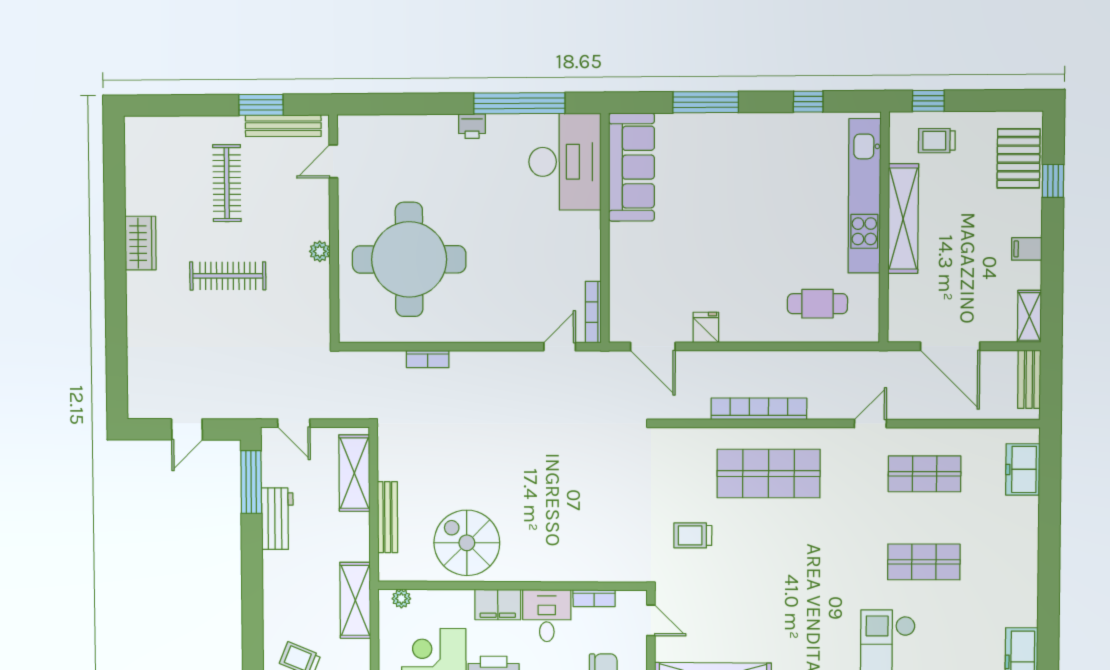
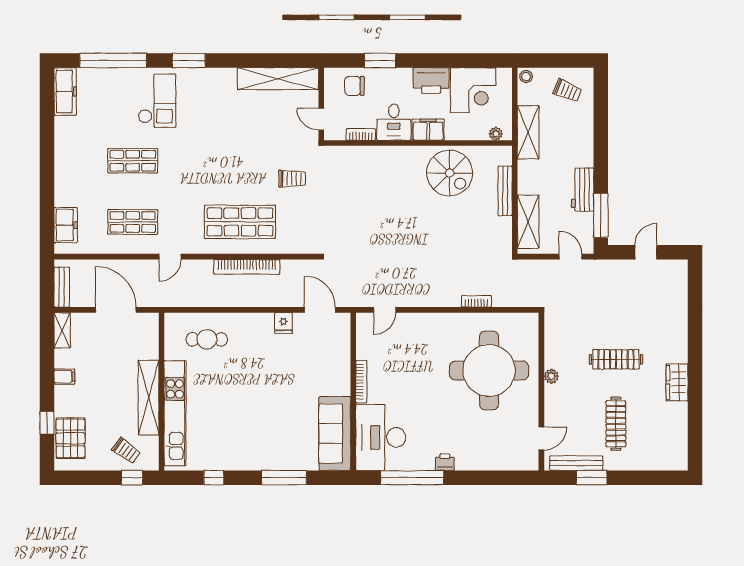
trolley: (937, 141) -> (126, 451), turned 36
bookcase: (593, 312) -> (361, 382), moved

